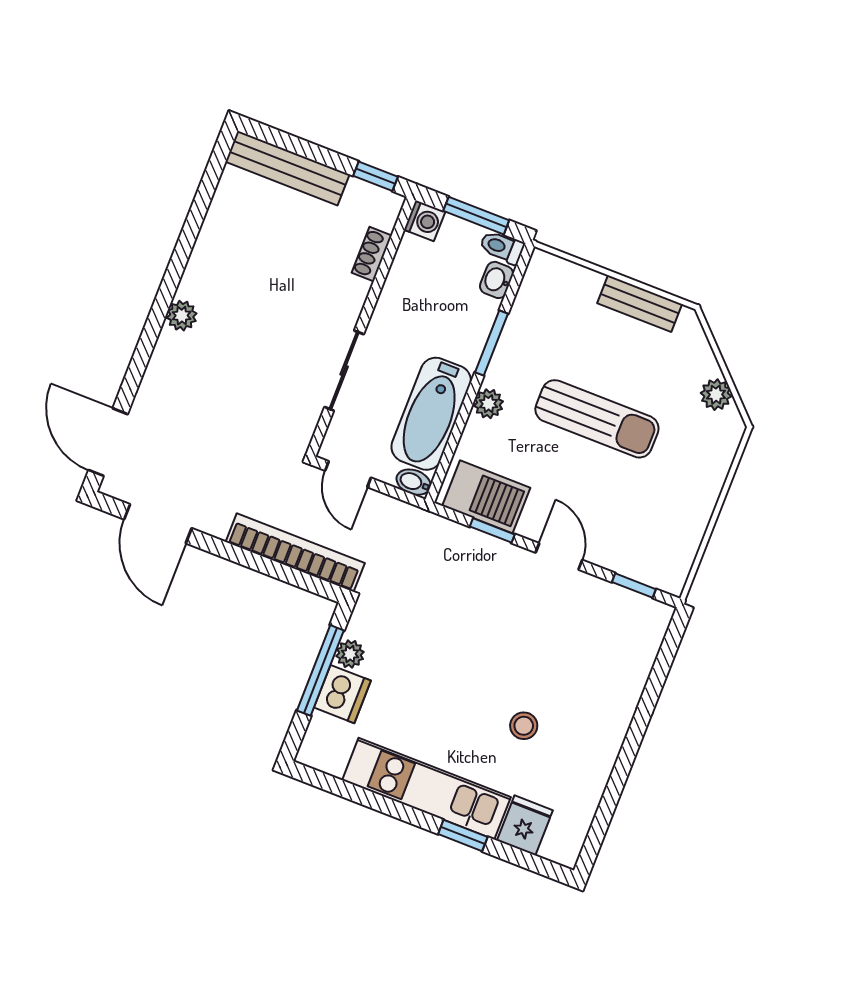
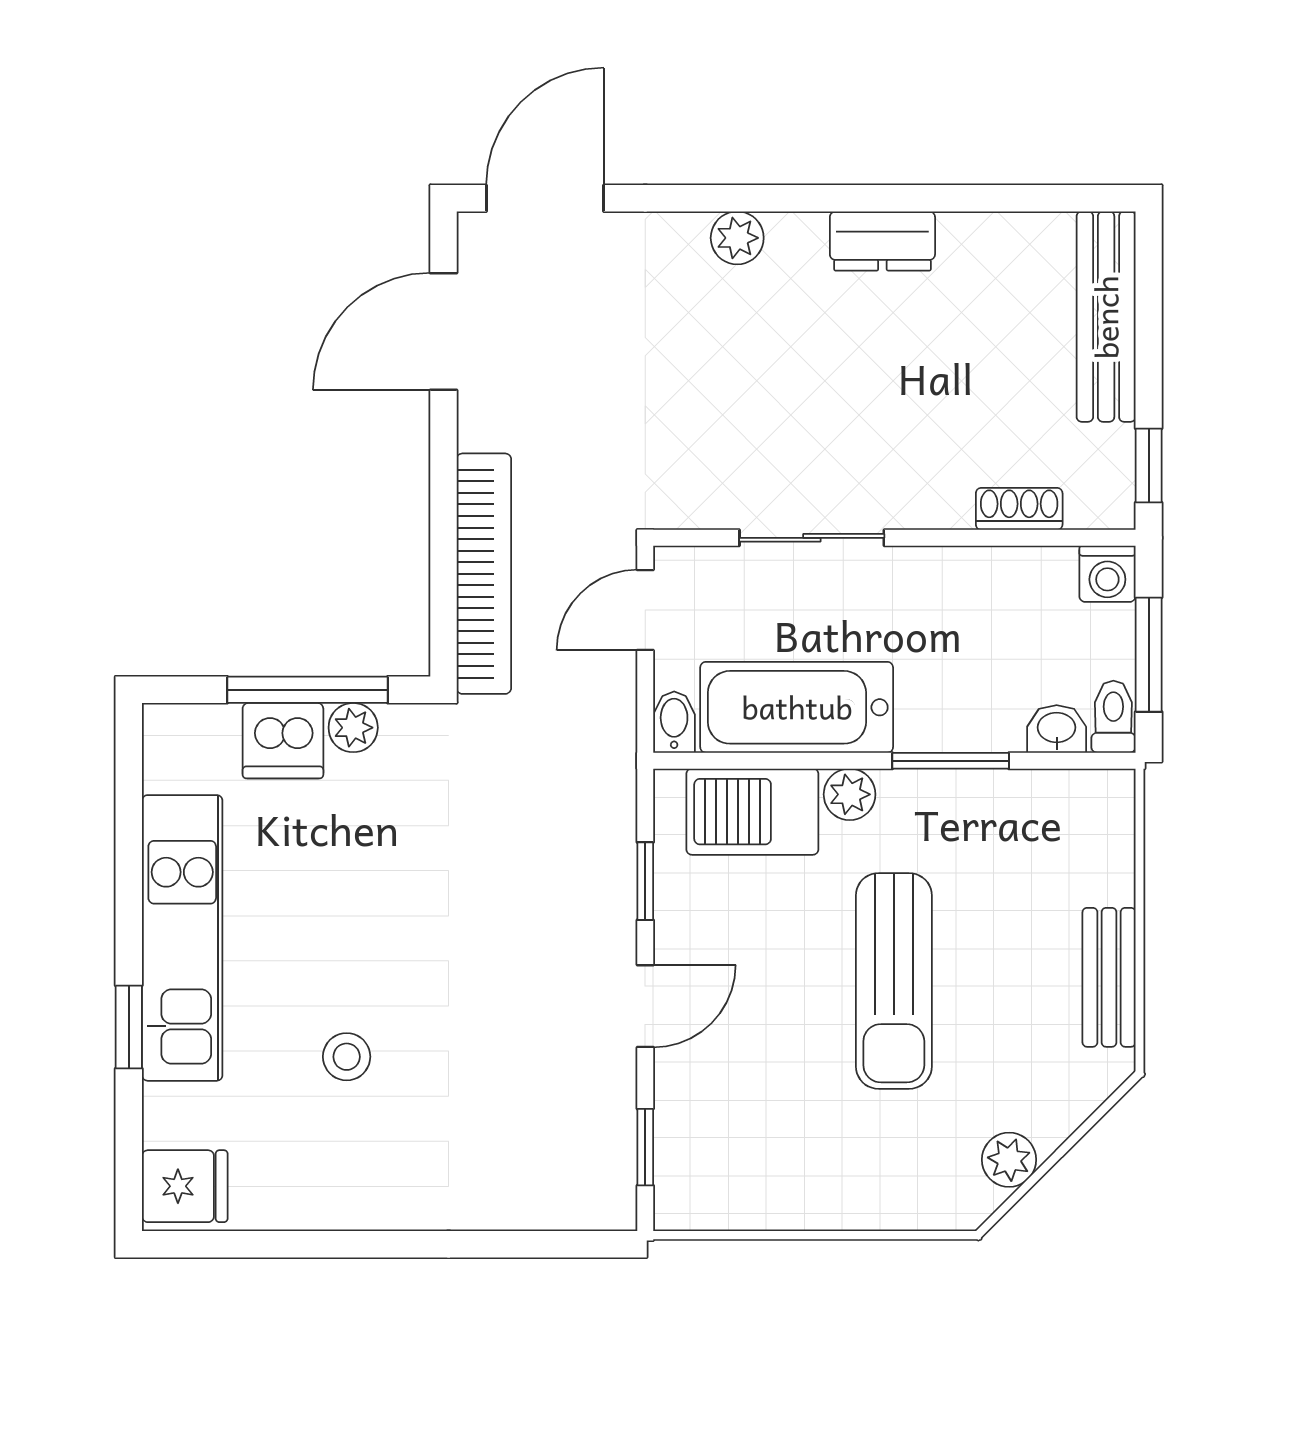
dresser: (201, 271) -> (882, 241), added
plant: (182, 316) -> (737, 238), moved
barbecue: (486, 497) -> (752, 812), moved, turned 90
fridge: (525, 825) -> (185, 1186), moved

